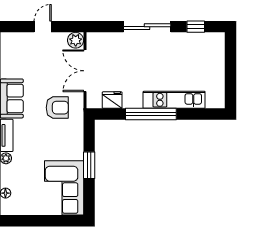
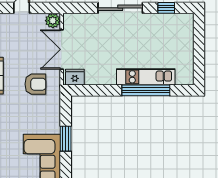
fridge: (112, 100) -> (75, 77), moved
window: (151, 114) -> (146, 90), moved

